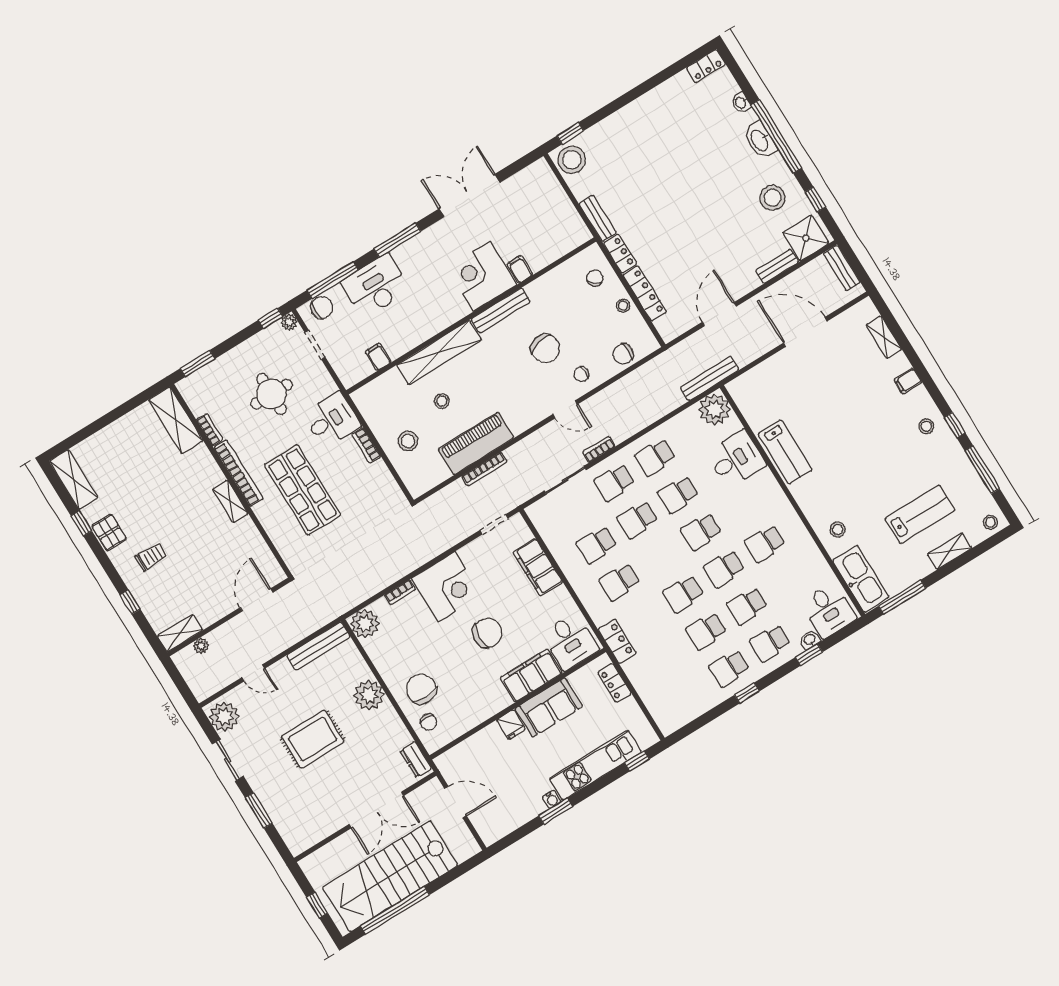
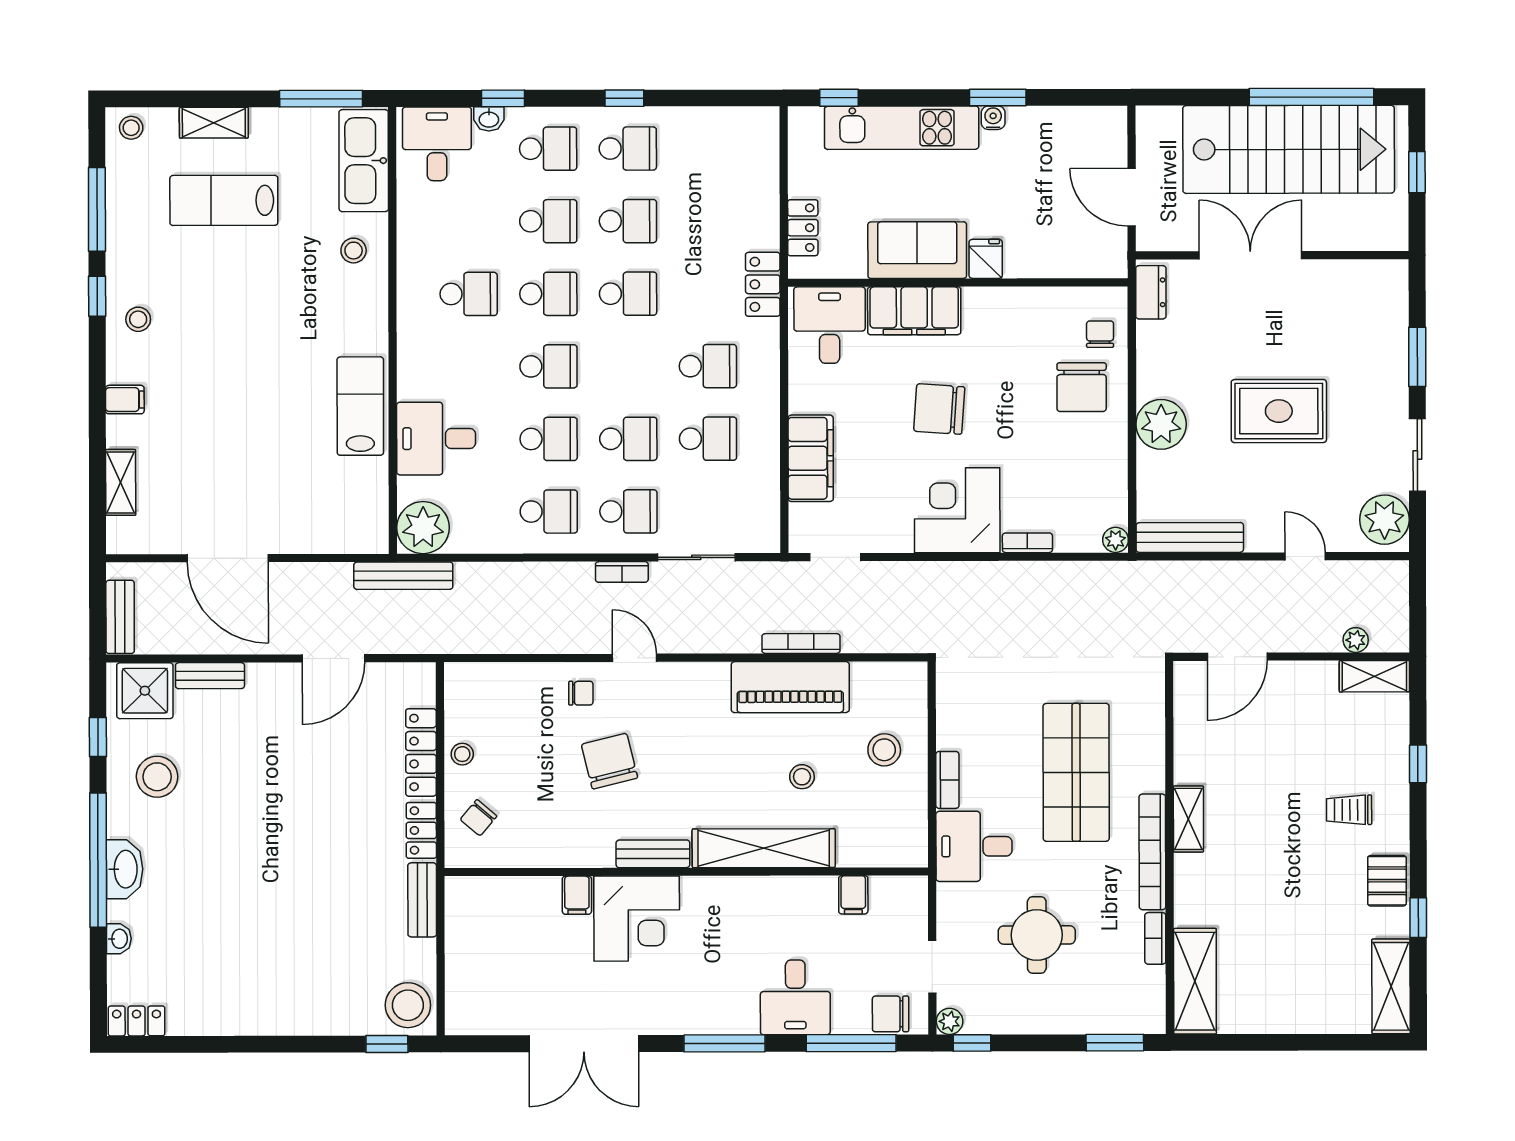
desk: (376, 286) -> (795, 997), width x0.73
bench: (501, 310) -> (653, 854), width x0.73
chair: (623, 354) -> (504, 686), removed
plant: (365, 624) -> (1116, 540), width x0.53, depth x0.53

